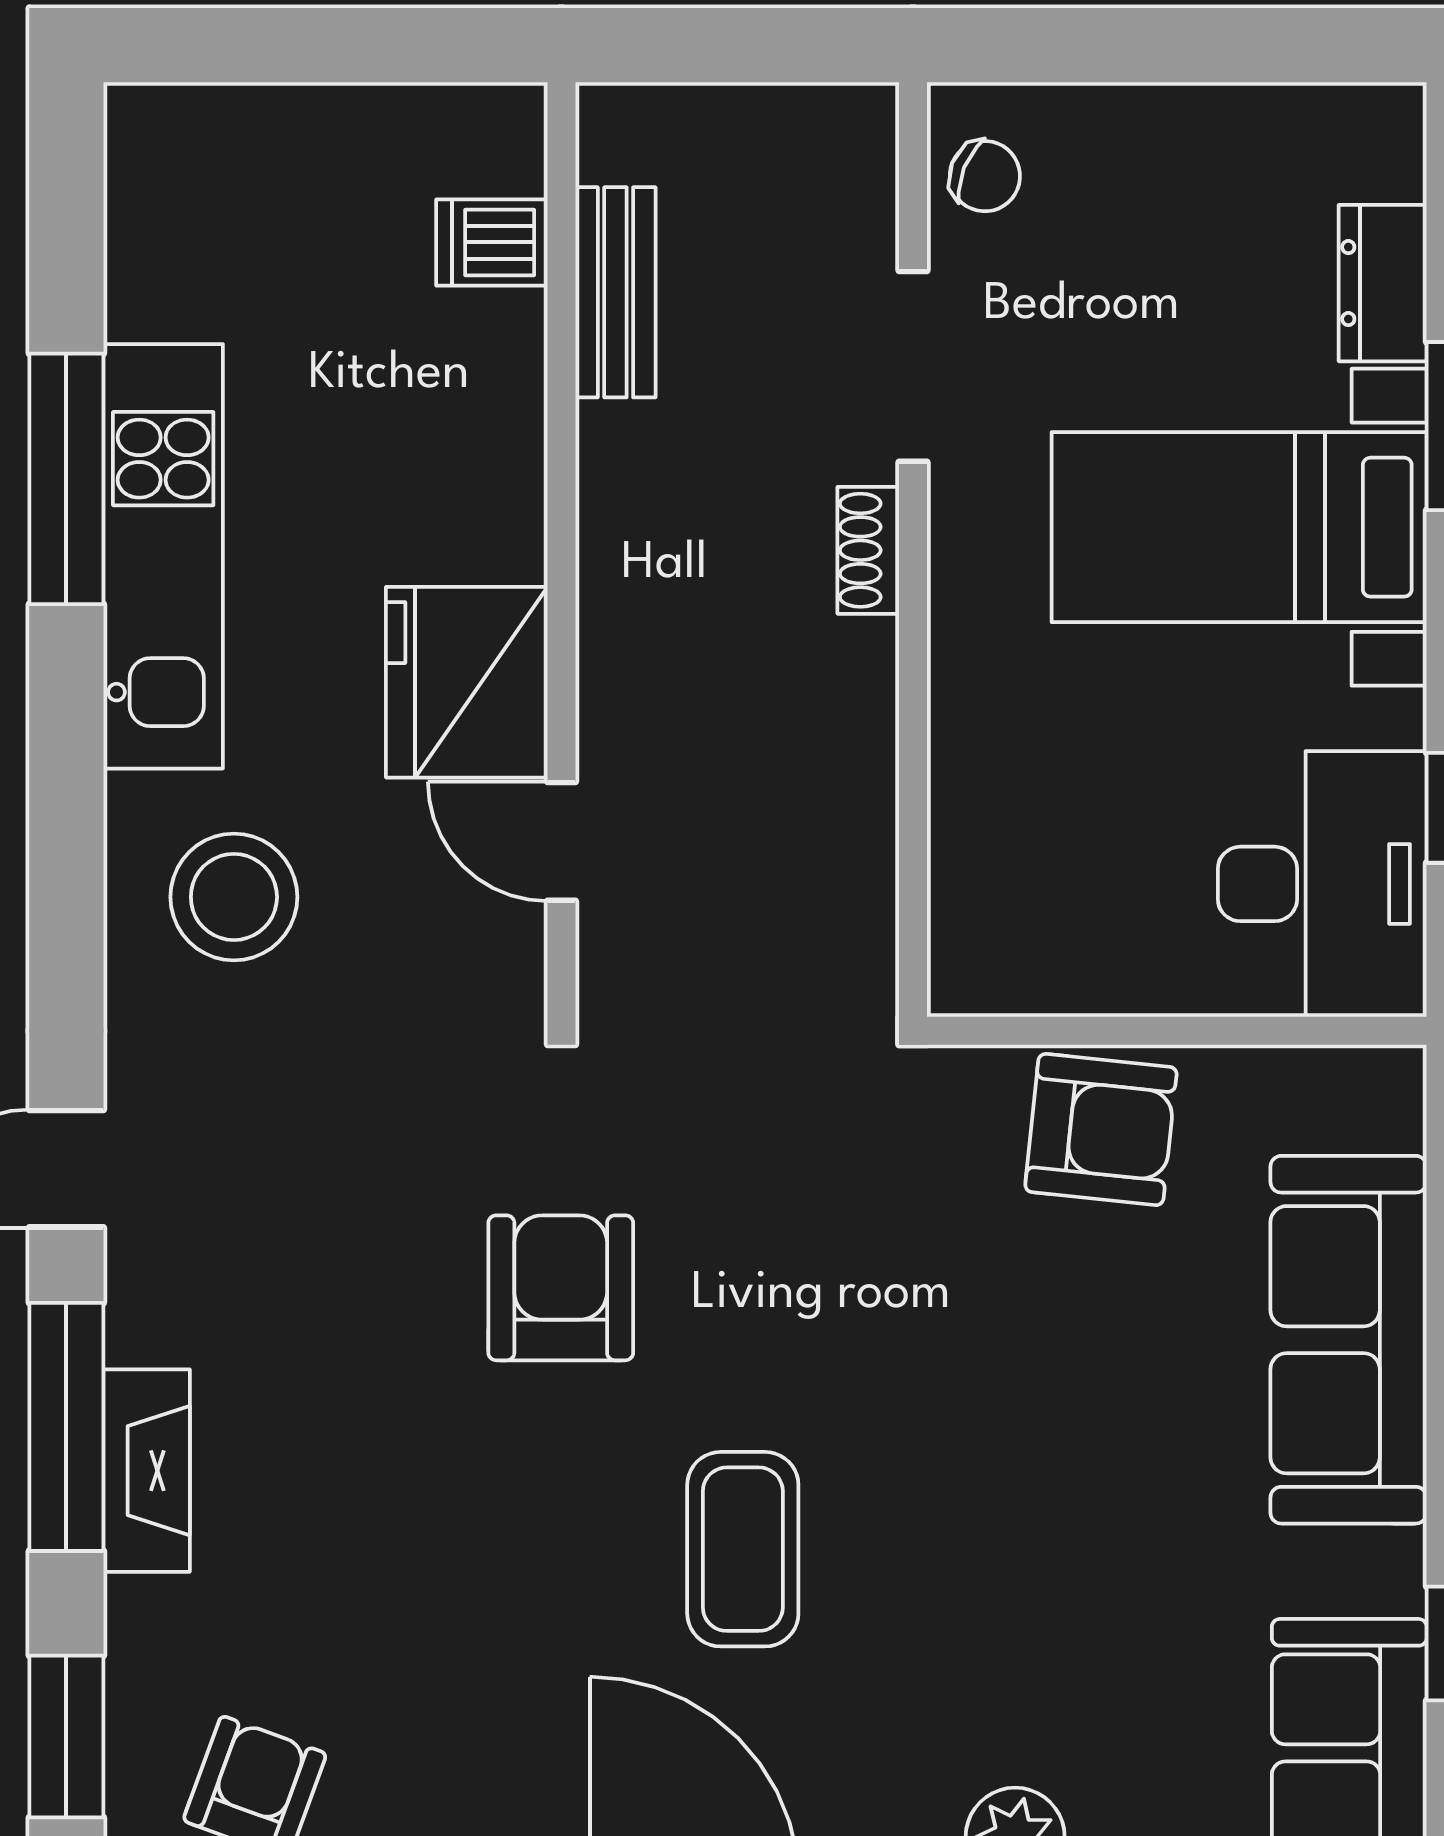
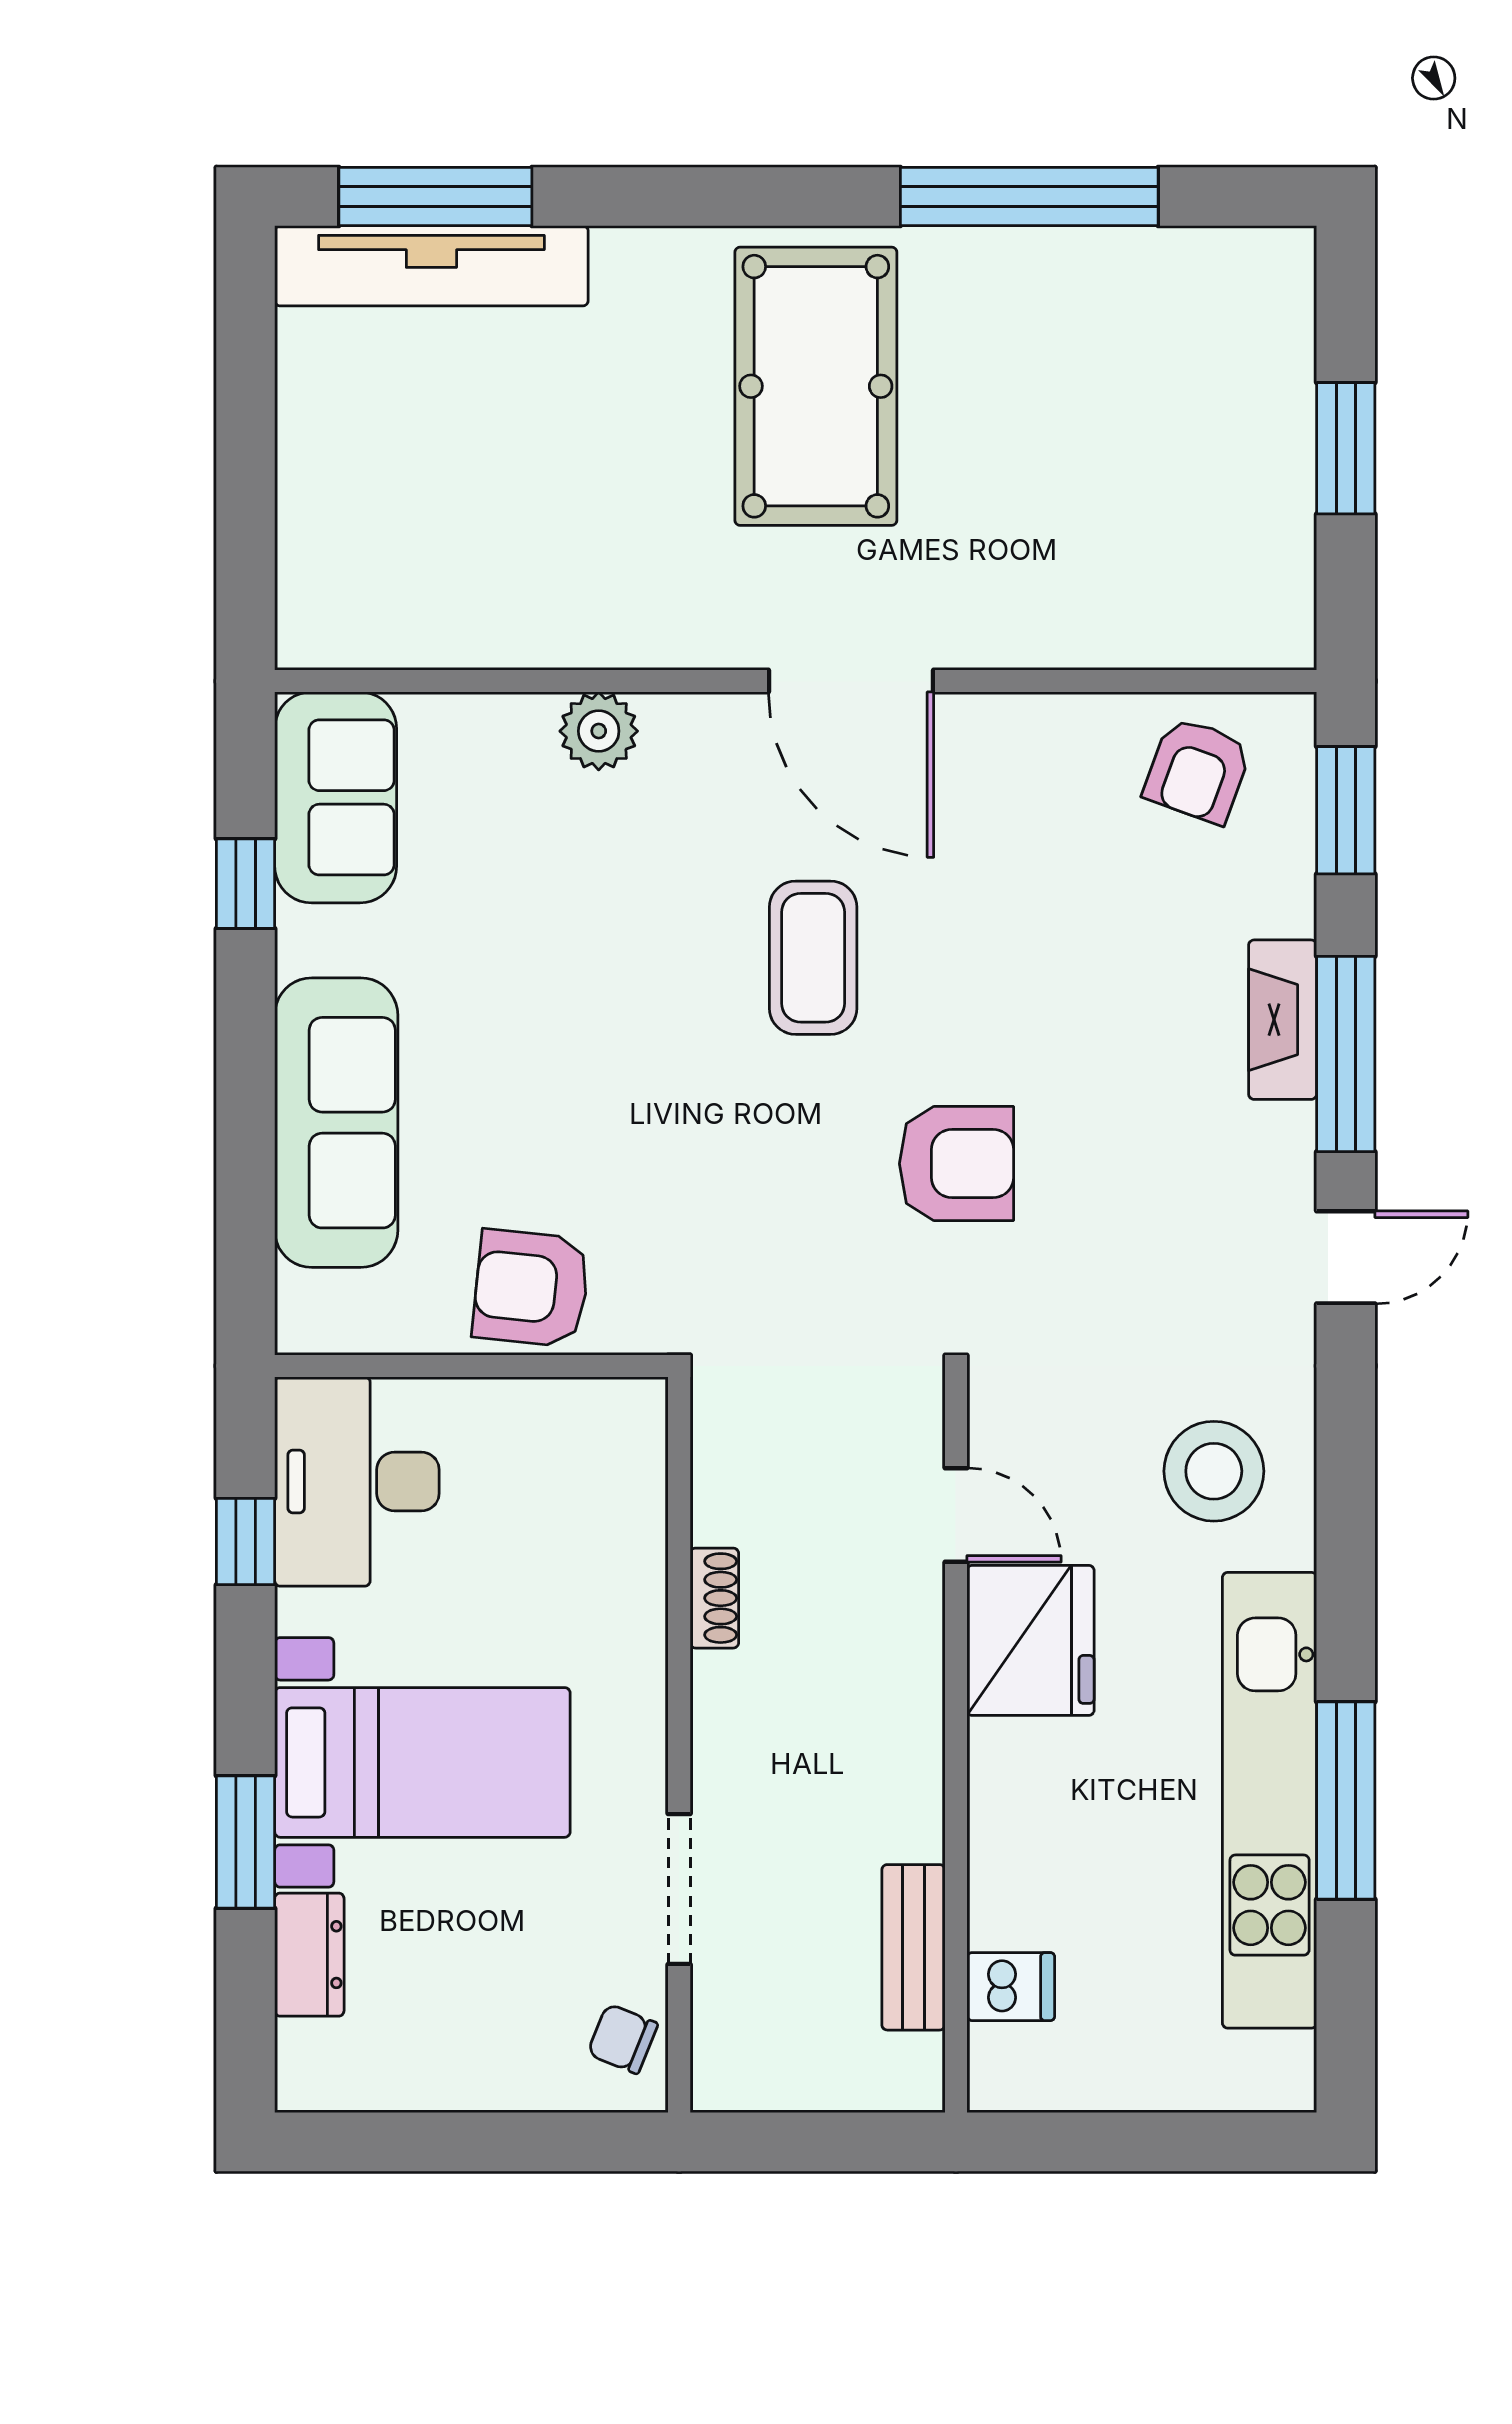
shoe rack: (868, 550) -> (714, 1598), moved
kitchen unit: (163, 556) -> (1270, 1800), width x1.36
armchair: (561, 1288) -> (956, 1164), turned -90

